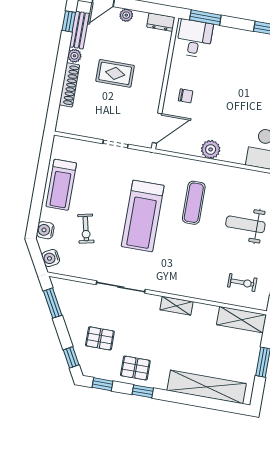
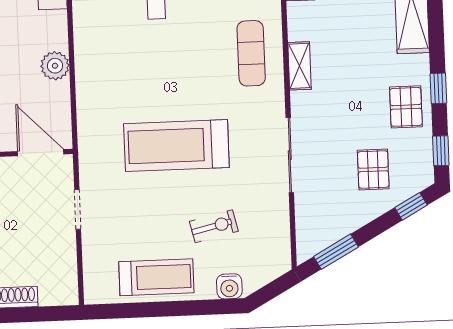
exercise mat: (194, 203) -> (251, 53), moved, turned 90
treadmill: (143, 216) -> (176, 146), turned 180
water cooler: (51, 258) -> (269, 269), removed

